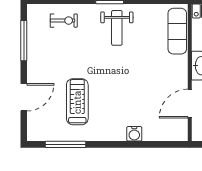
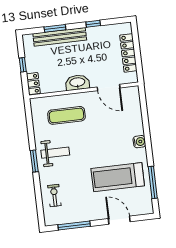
exercise mat: (177, 31) -> (66, 115), moved
treadmill: (77, 102) -> (118, 177), width x1.37, depth x1.38
water cooler: (134, 134) -> (139, 142), moved

